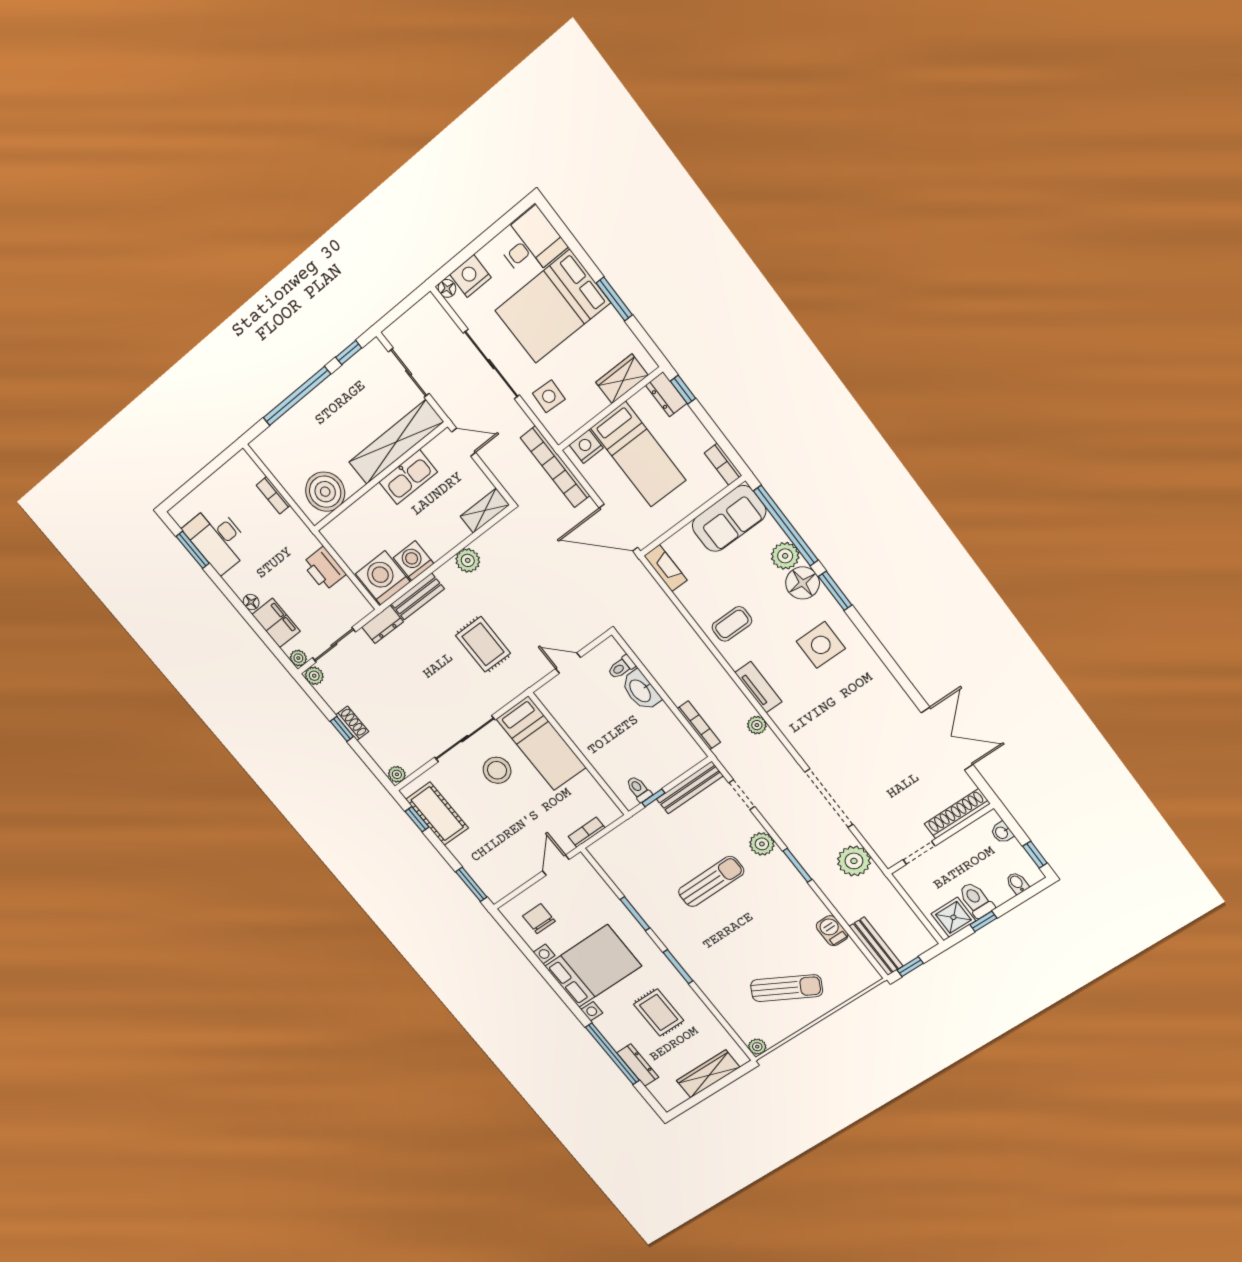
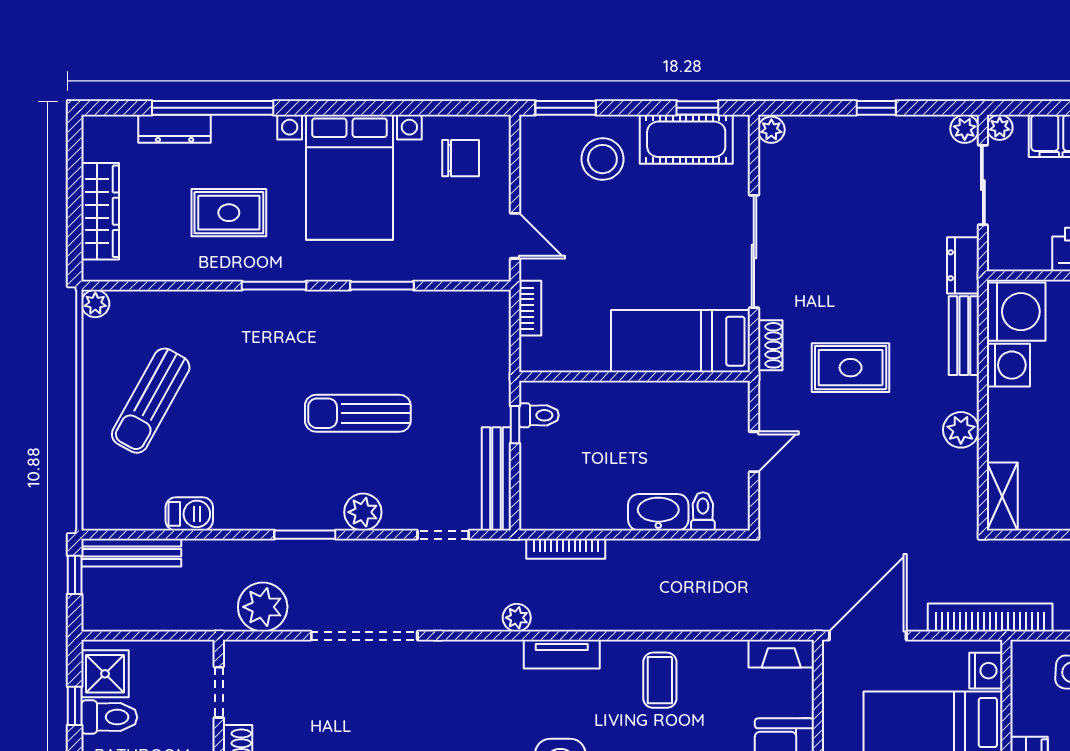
shoe rack: (352, 723) -> (770, 345), moved, turned -90
stool: (497, 770) -> (602, 159), moved
sun lounger: (711, 882) -> (358, 413), turned 90

